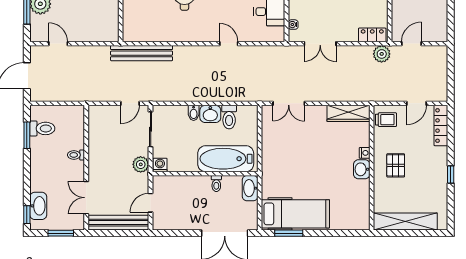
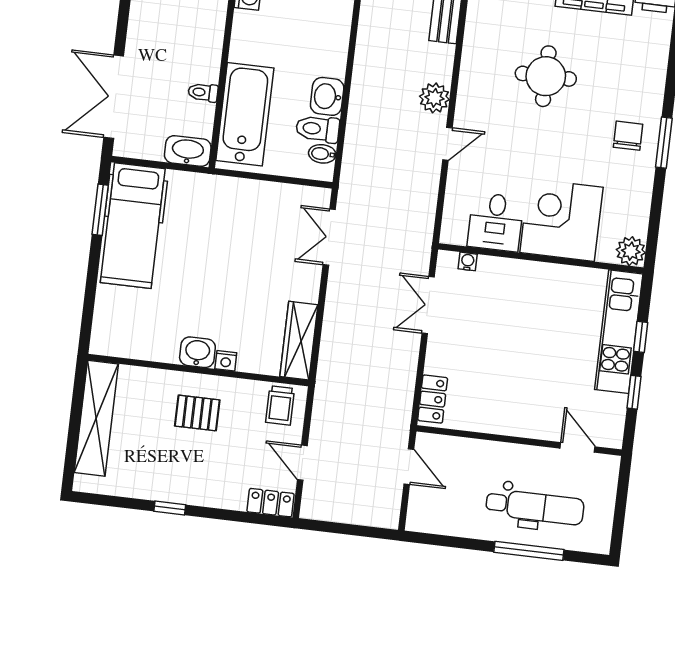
plant: (382, 54) -> (434, 98), moved
bidet: (194, 113) -> (322, 154), moved
locker: (441, 126) -> (271, 503), width x0.66

